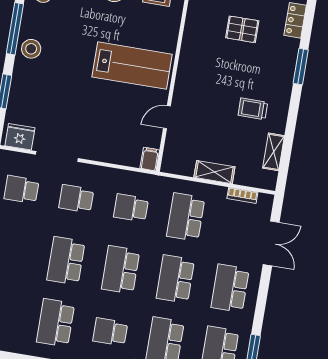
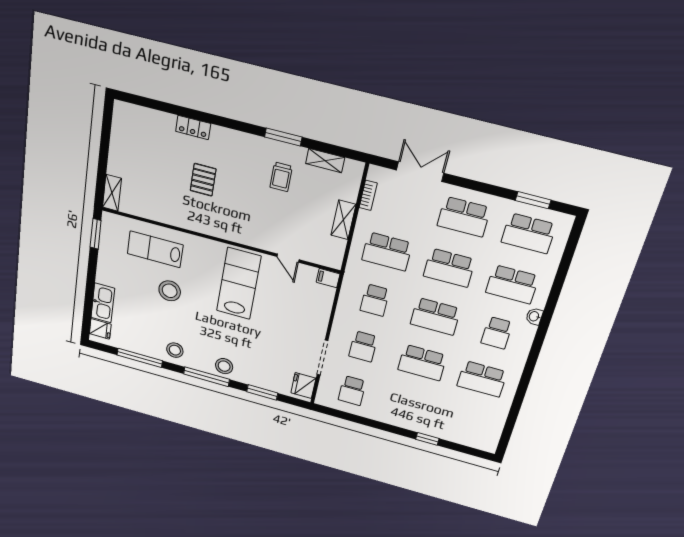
window: (301, 67) -> (283, 137), moved

